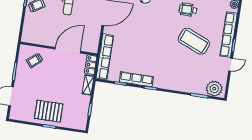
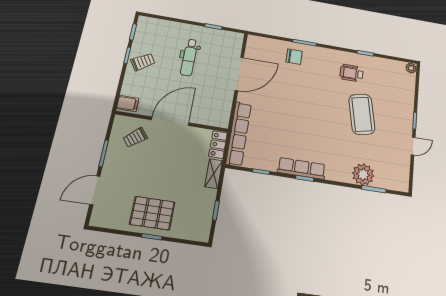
row of seats: (229, 35) -> (407, 106), removed
filing cabinet: (28, 36) -> (128, 104), added
coffee table: (194, 41) -> (362, 114), turned 56
door: (68, 50) -> (170, 121), moved
row of seats: (136, 79) -> (302, 168), moved
plant: (214, 89) -> (363, 174), moved

